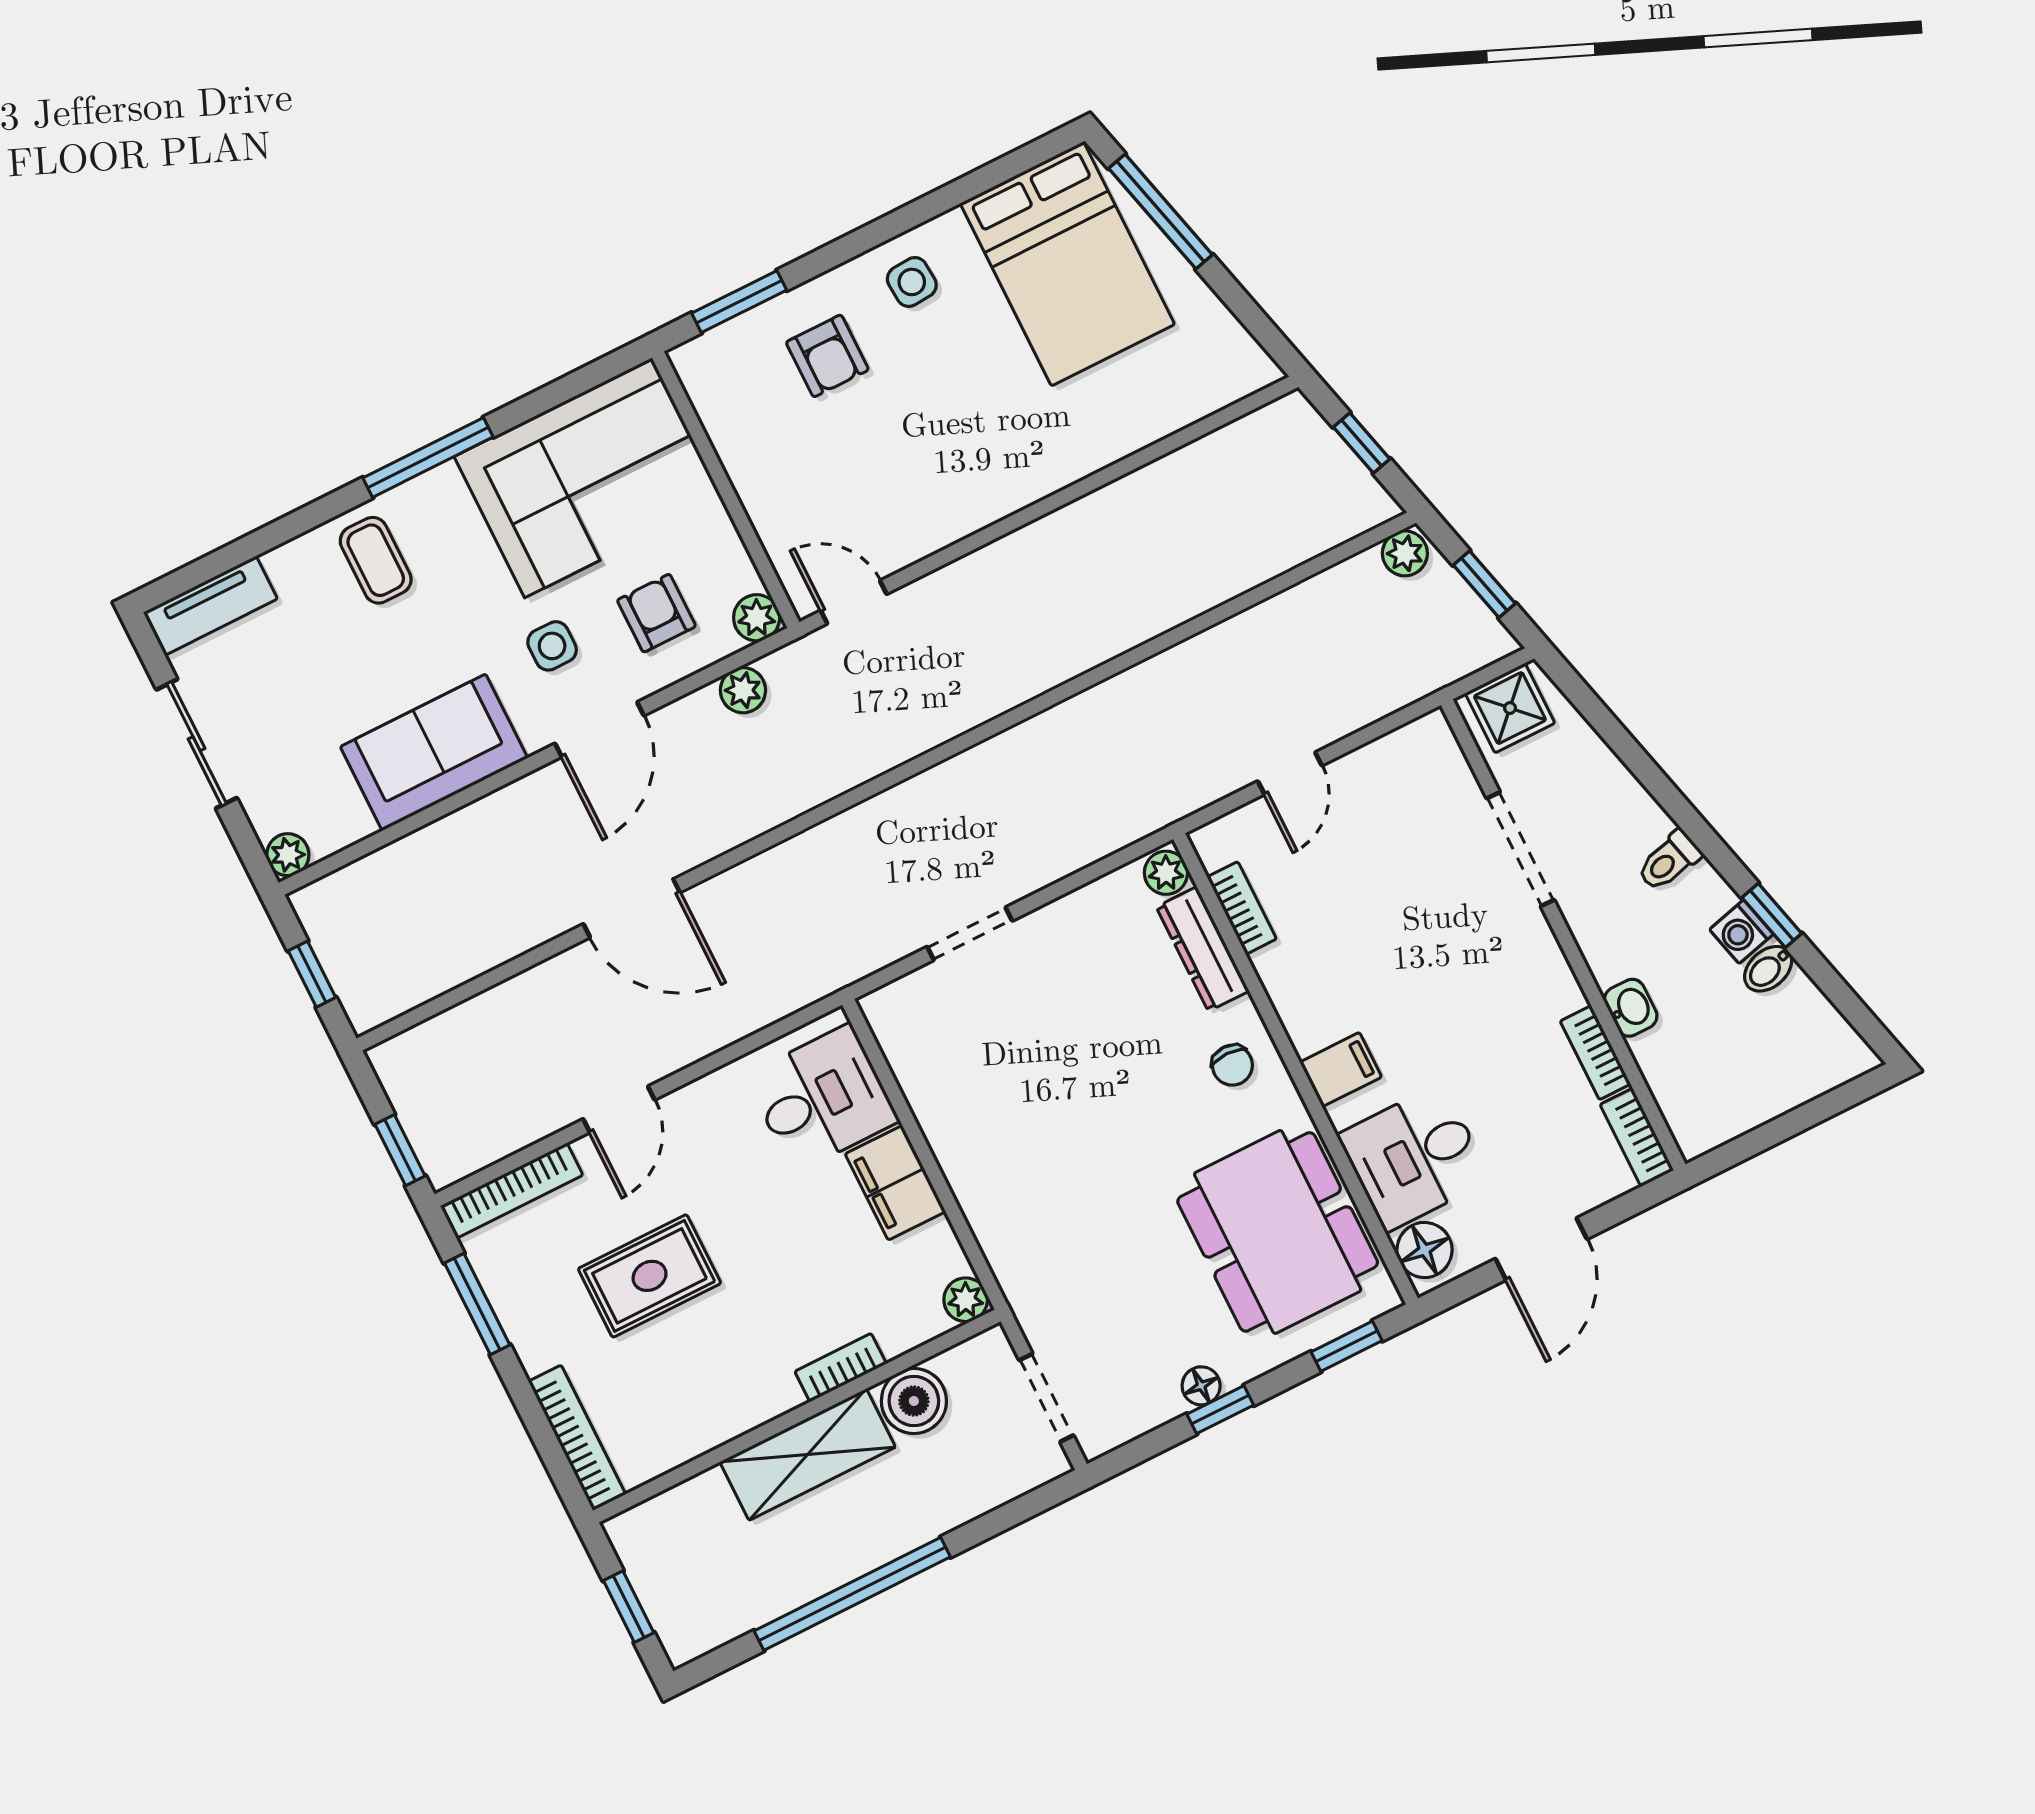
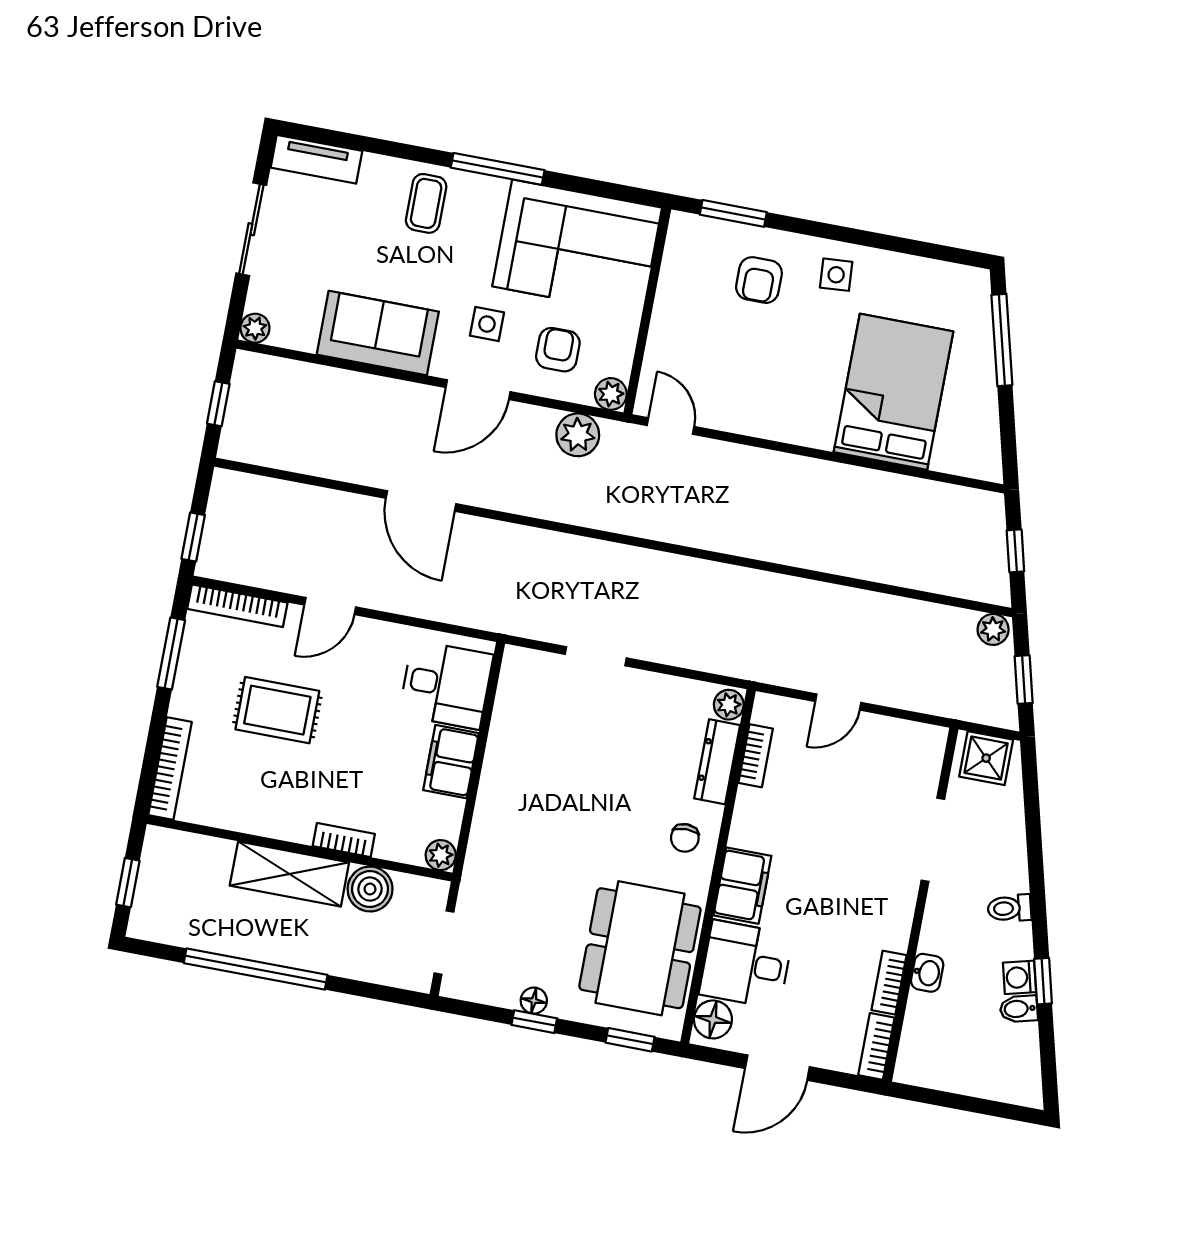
bed: (1067, 264) -> (893, 392), moved, turned 180
plant: (743, 690) -> (578, 435), width x1.38, depth x1.38
filing cabinet: (1341, 1070) -> (742, 886), width x2.00

